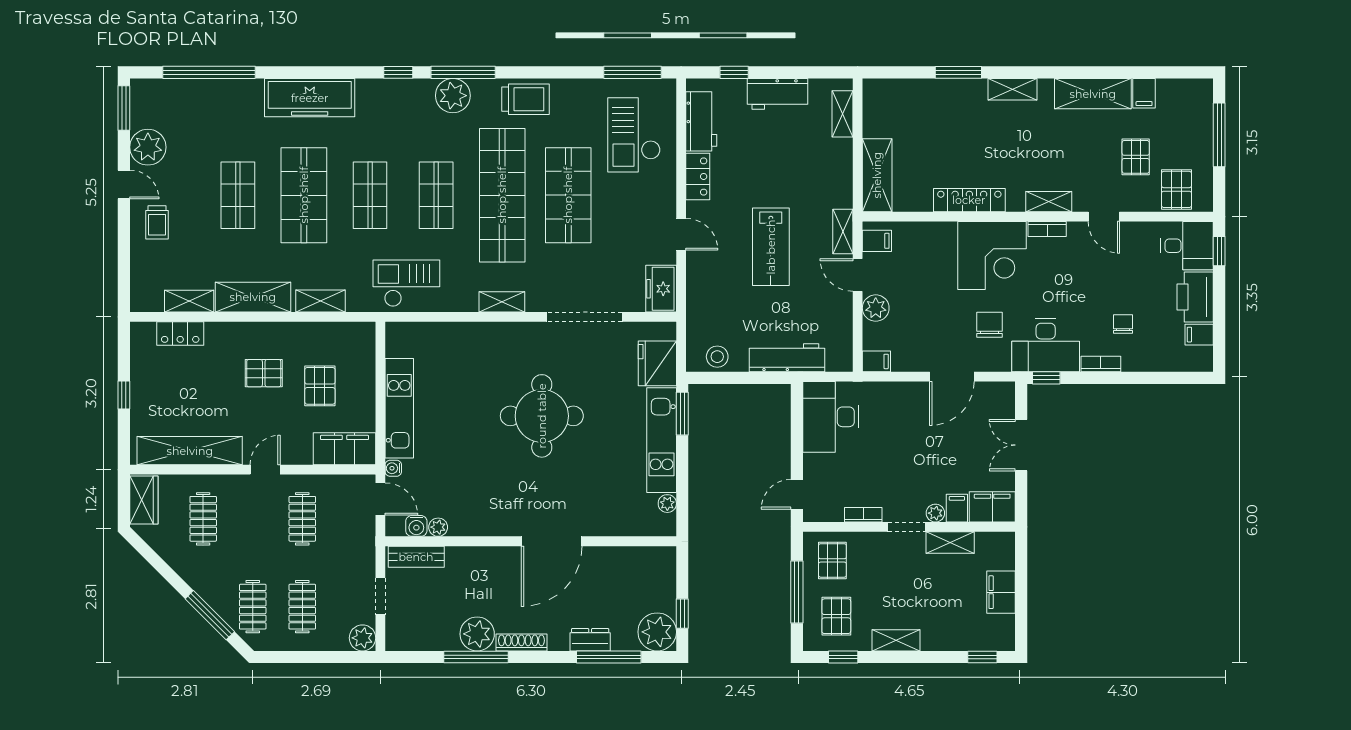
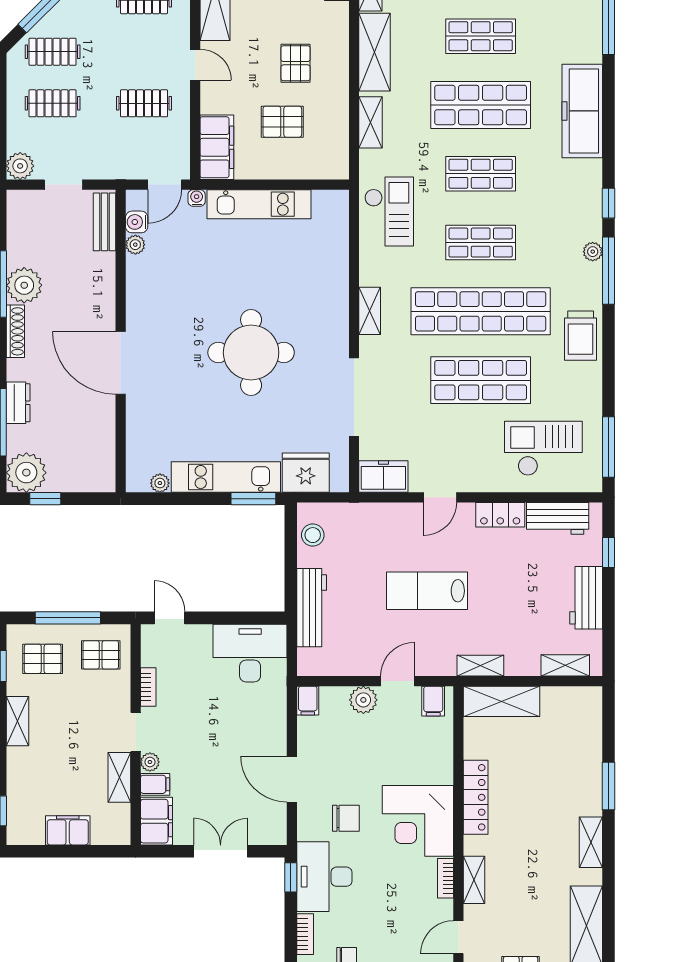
plant: (453, 96) -> (593, 252), width x0.53, depth x0.53
shelving: (843, 231) -> (480, 666), moved

